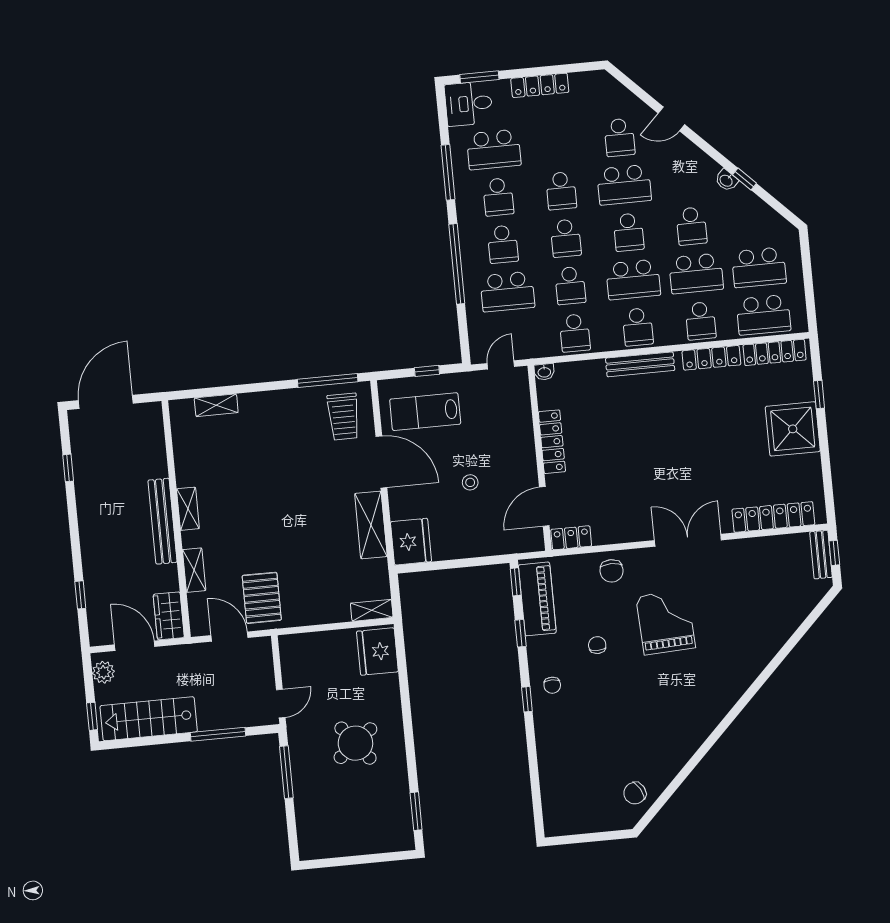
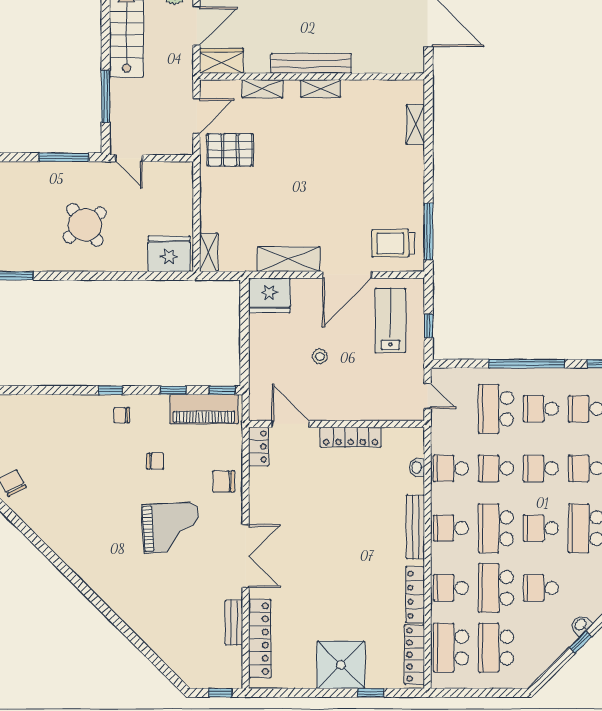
washbasin: (544, 372) -> (417, 467), moved
bench: (821, 555) -> (234, 622), moved, turned 90

